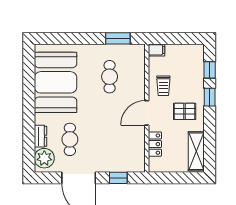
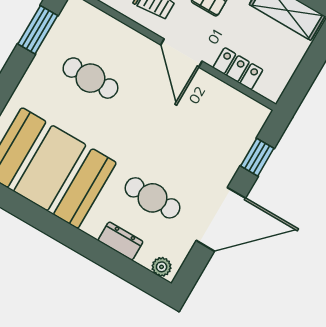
plant: (44, 158) -> (162, 267), width x0.53, depth x0.53

